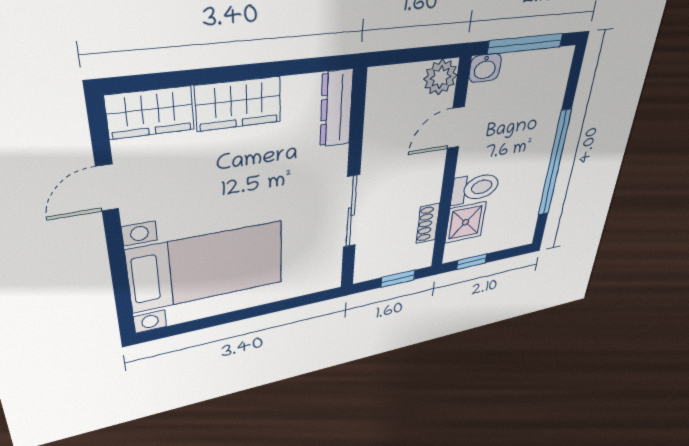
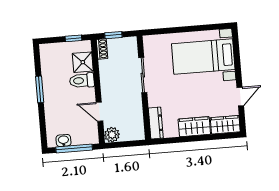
washbasin: (485, 68) -> (63, 140), moved
door: (456, 128) -> (99, 112), swing flipped
window: (554, 164) -> (40, 89), width x0.47
shoe rack: (428, 223) -> (102, 49), moved

